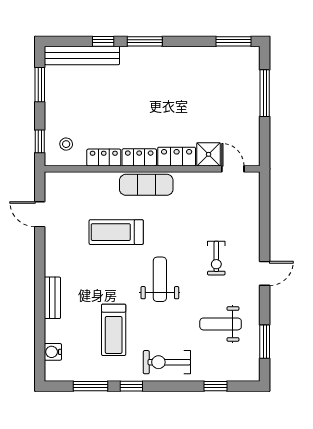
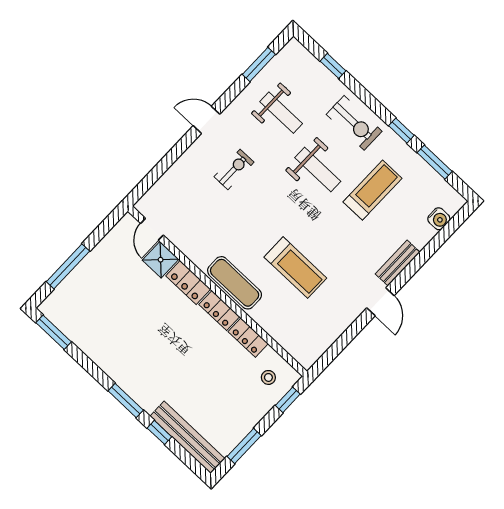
door: (40, 214) -> (380, 302), moved
weight bench: (160, 279) -> (318, 169), moved, turned -90

